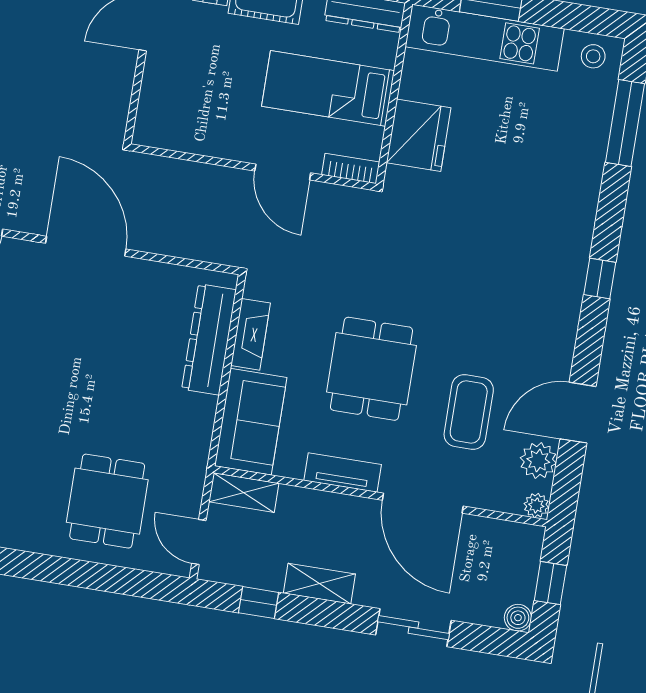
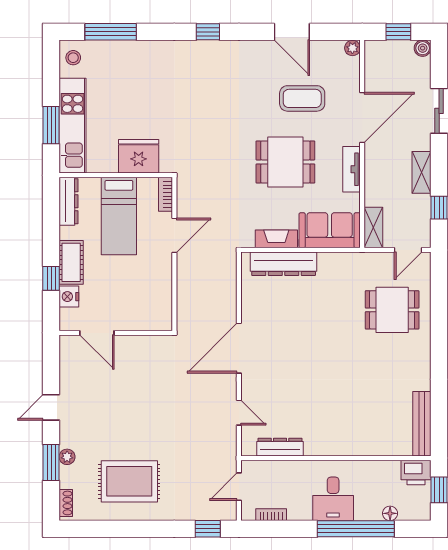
plant: (538, 460) -> (325, 51), removed

